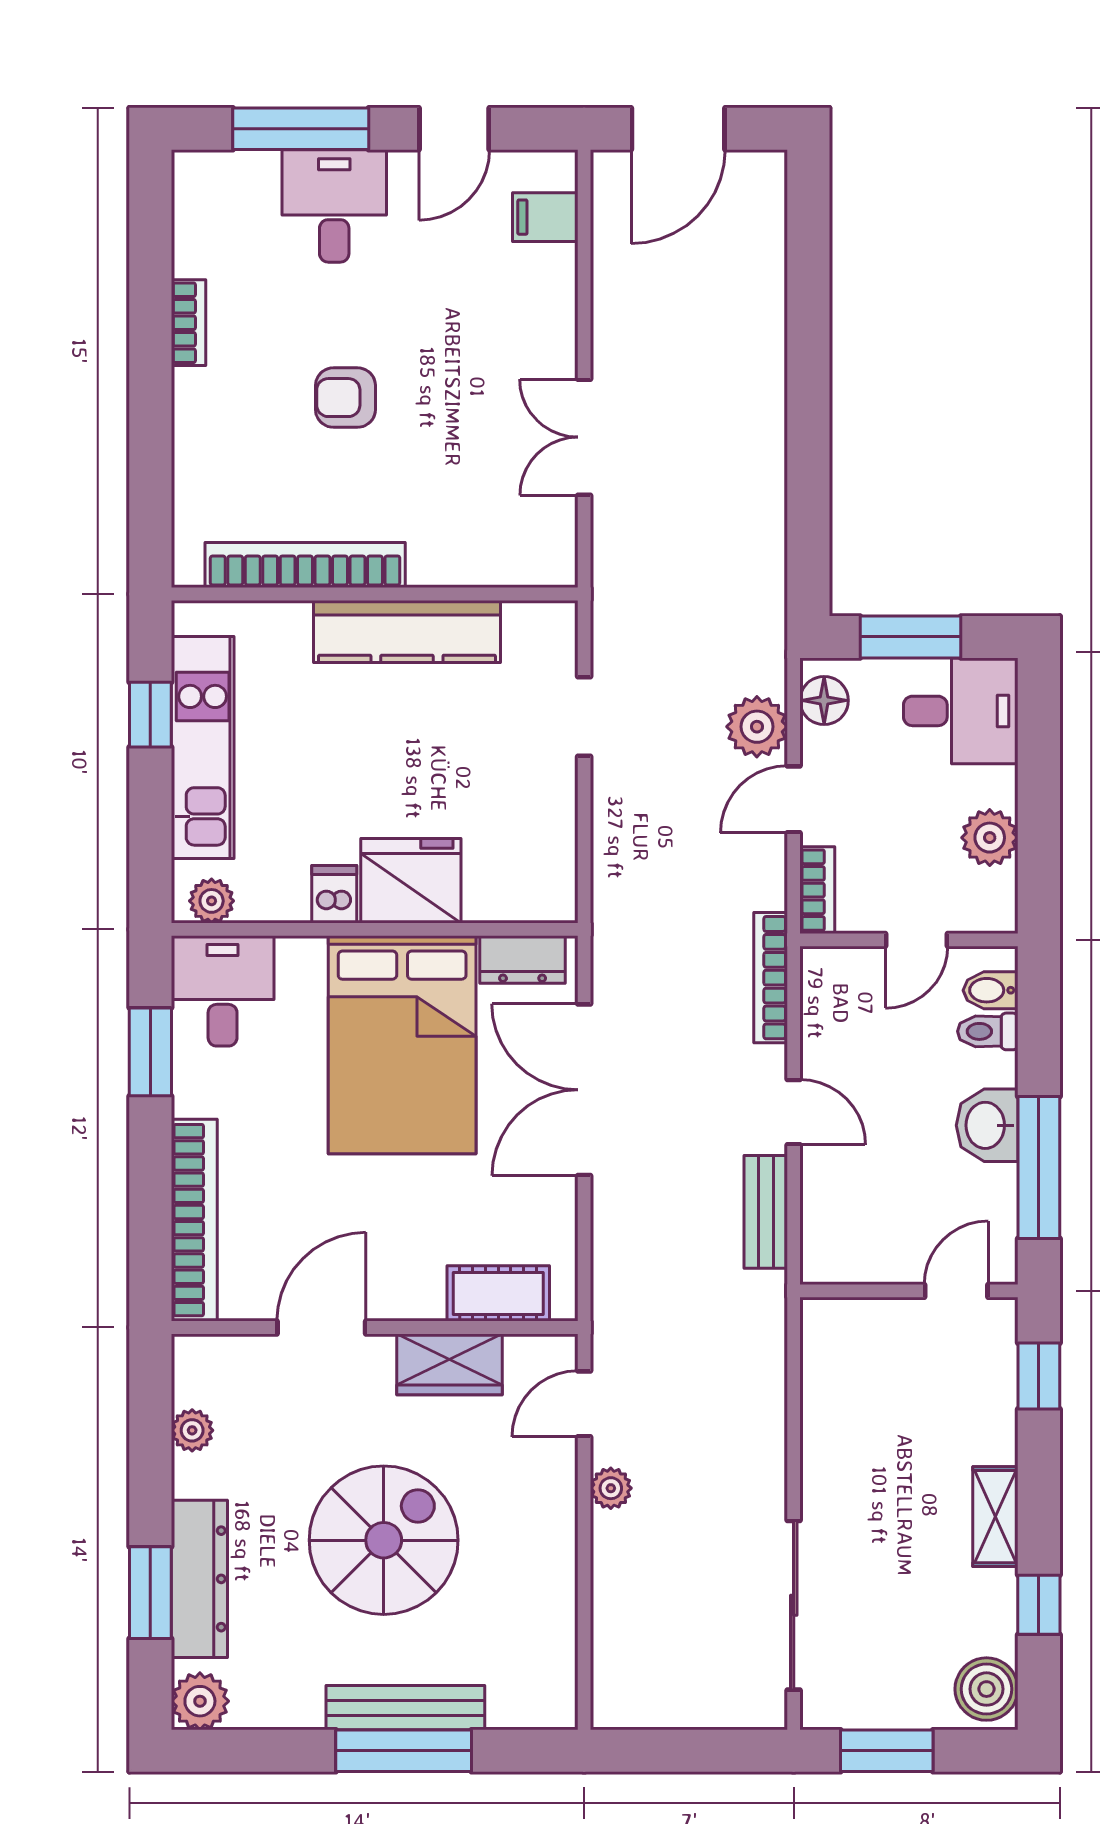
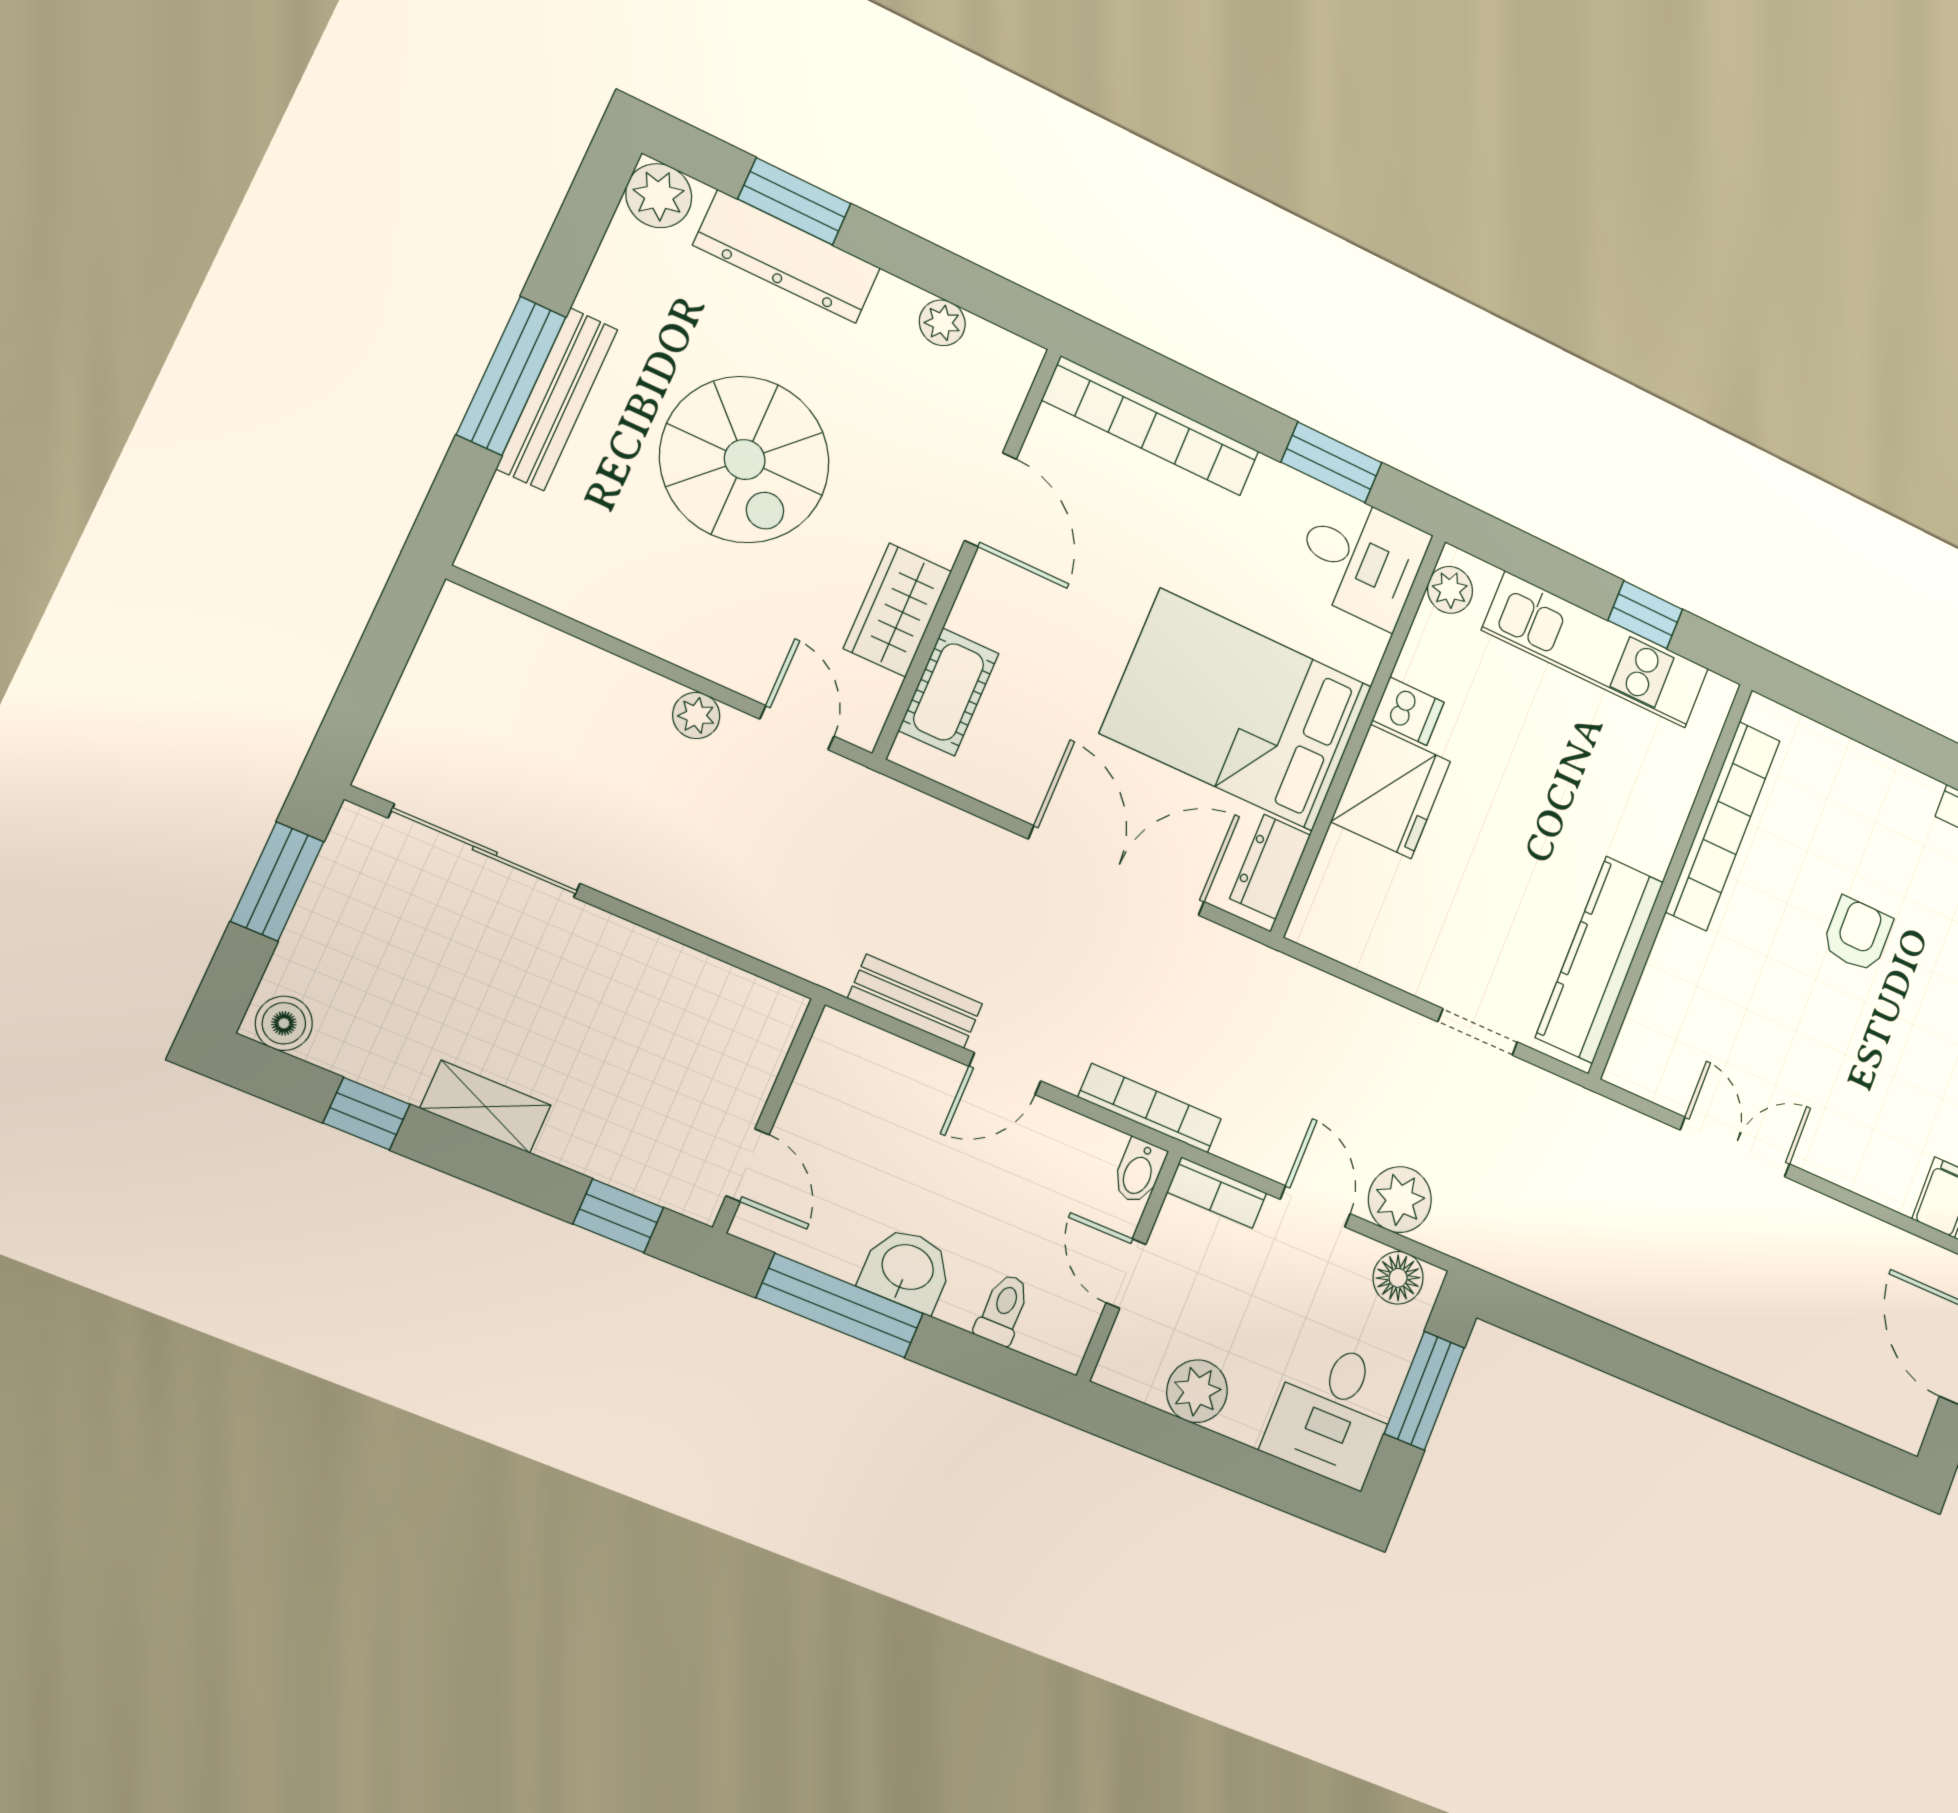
kitchen counter: (407, 631) -> (1599, 960), moved
bidet: (991, 990) -> (1139, 1171), moved, turned 180
boiler: (986, 1689) -> (284, 1023), width x0.73, depth x0.73

